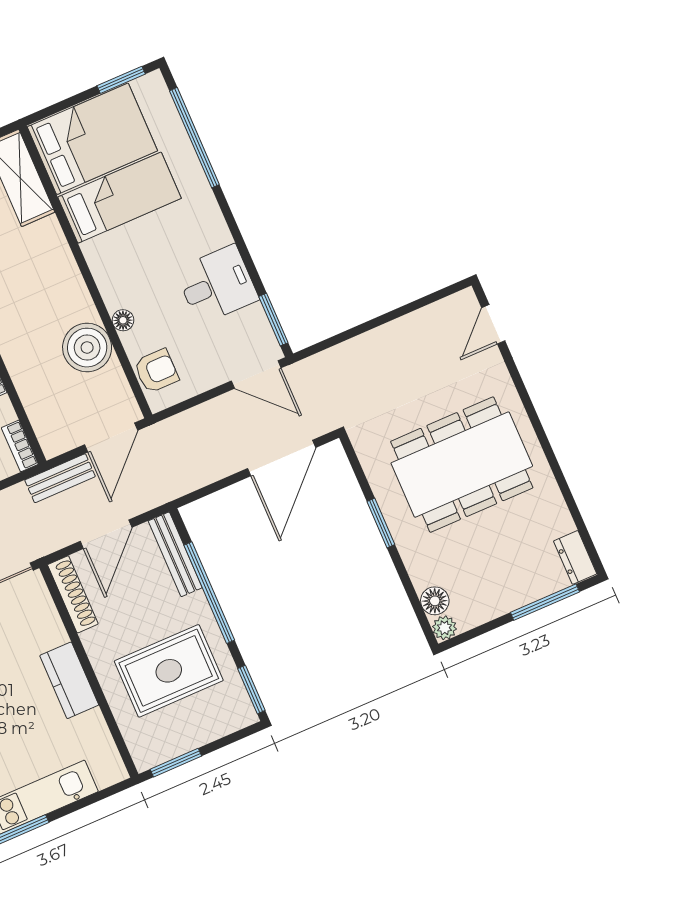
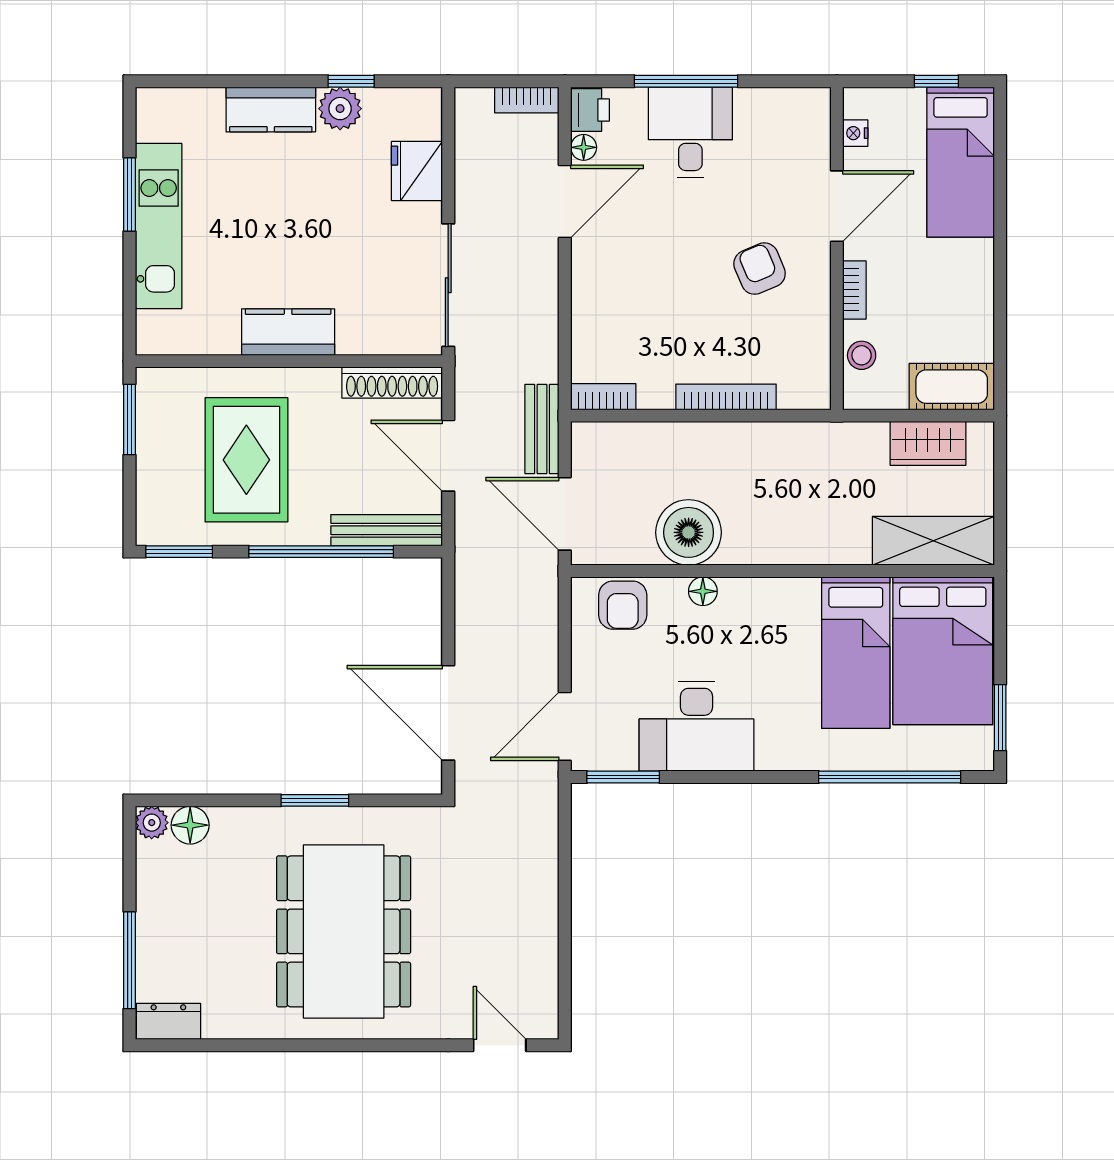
desk: (217, 285) -> (697, 726), width x1.37

